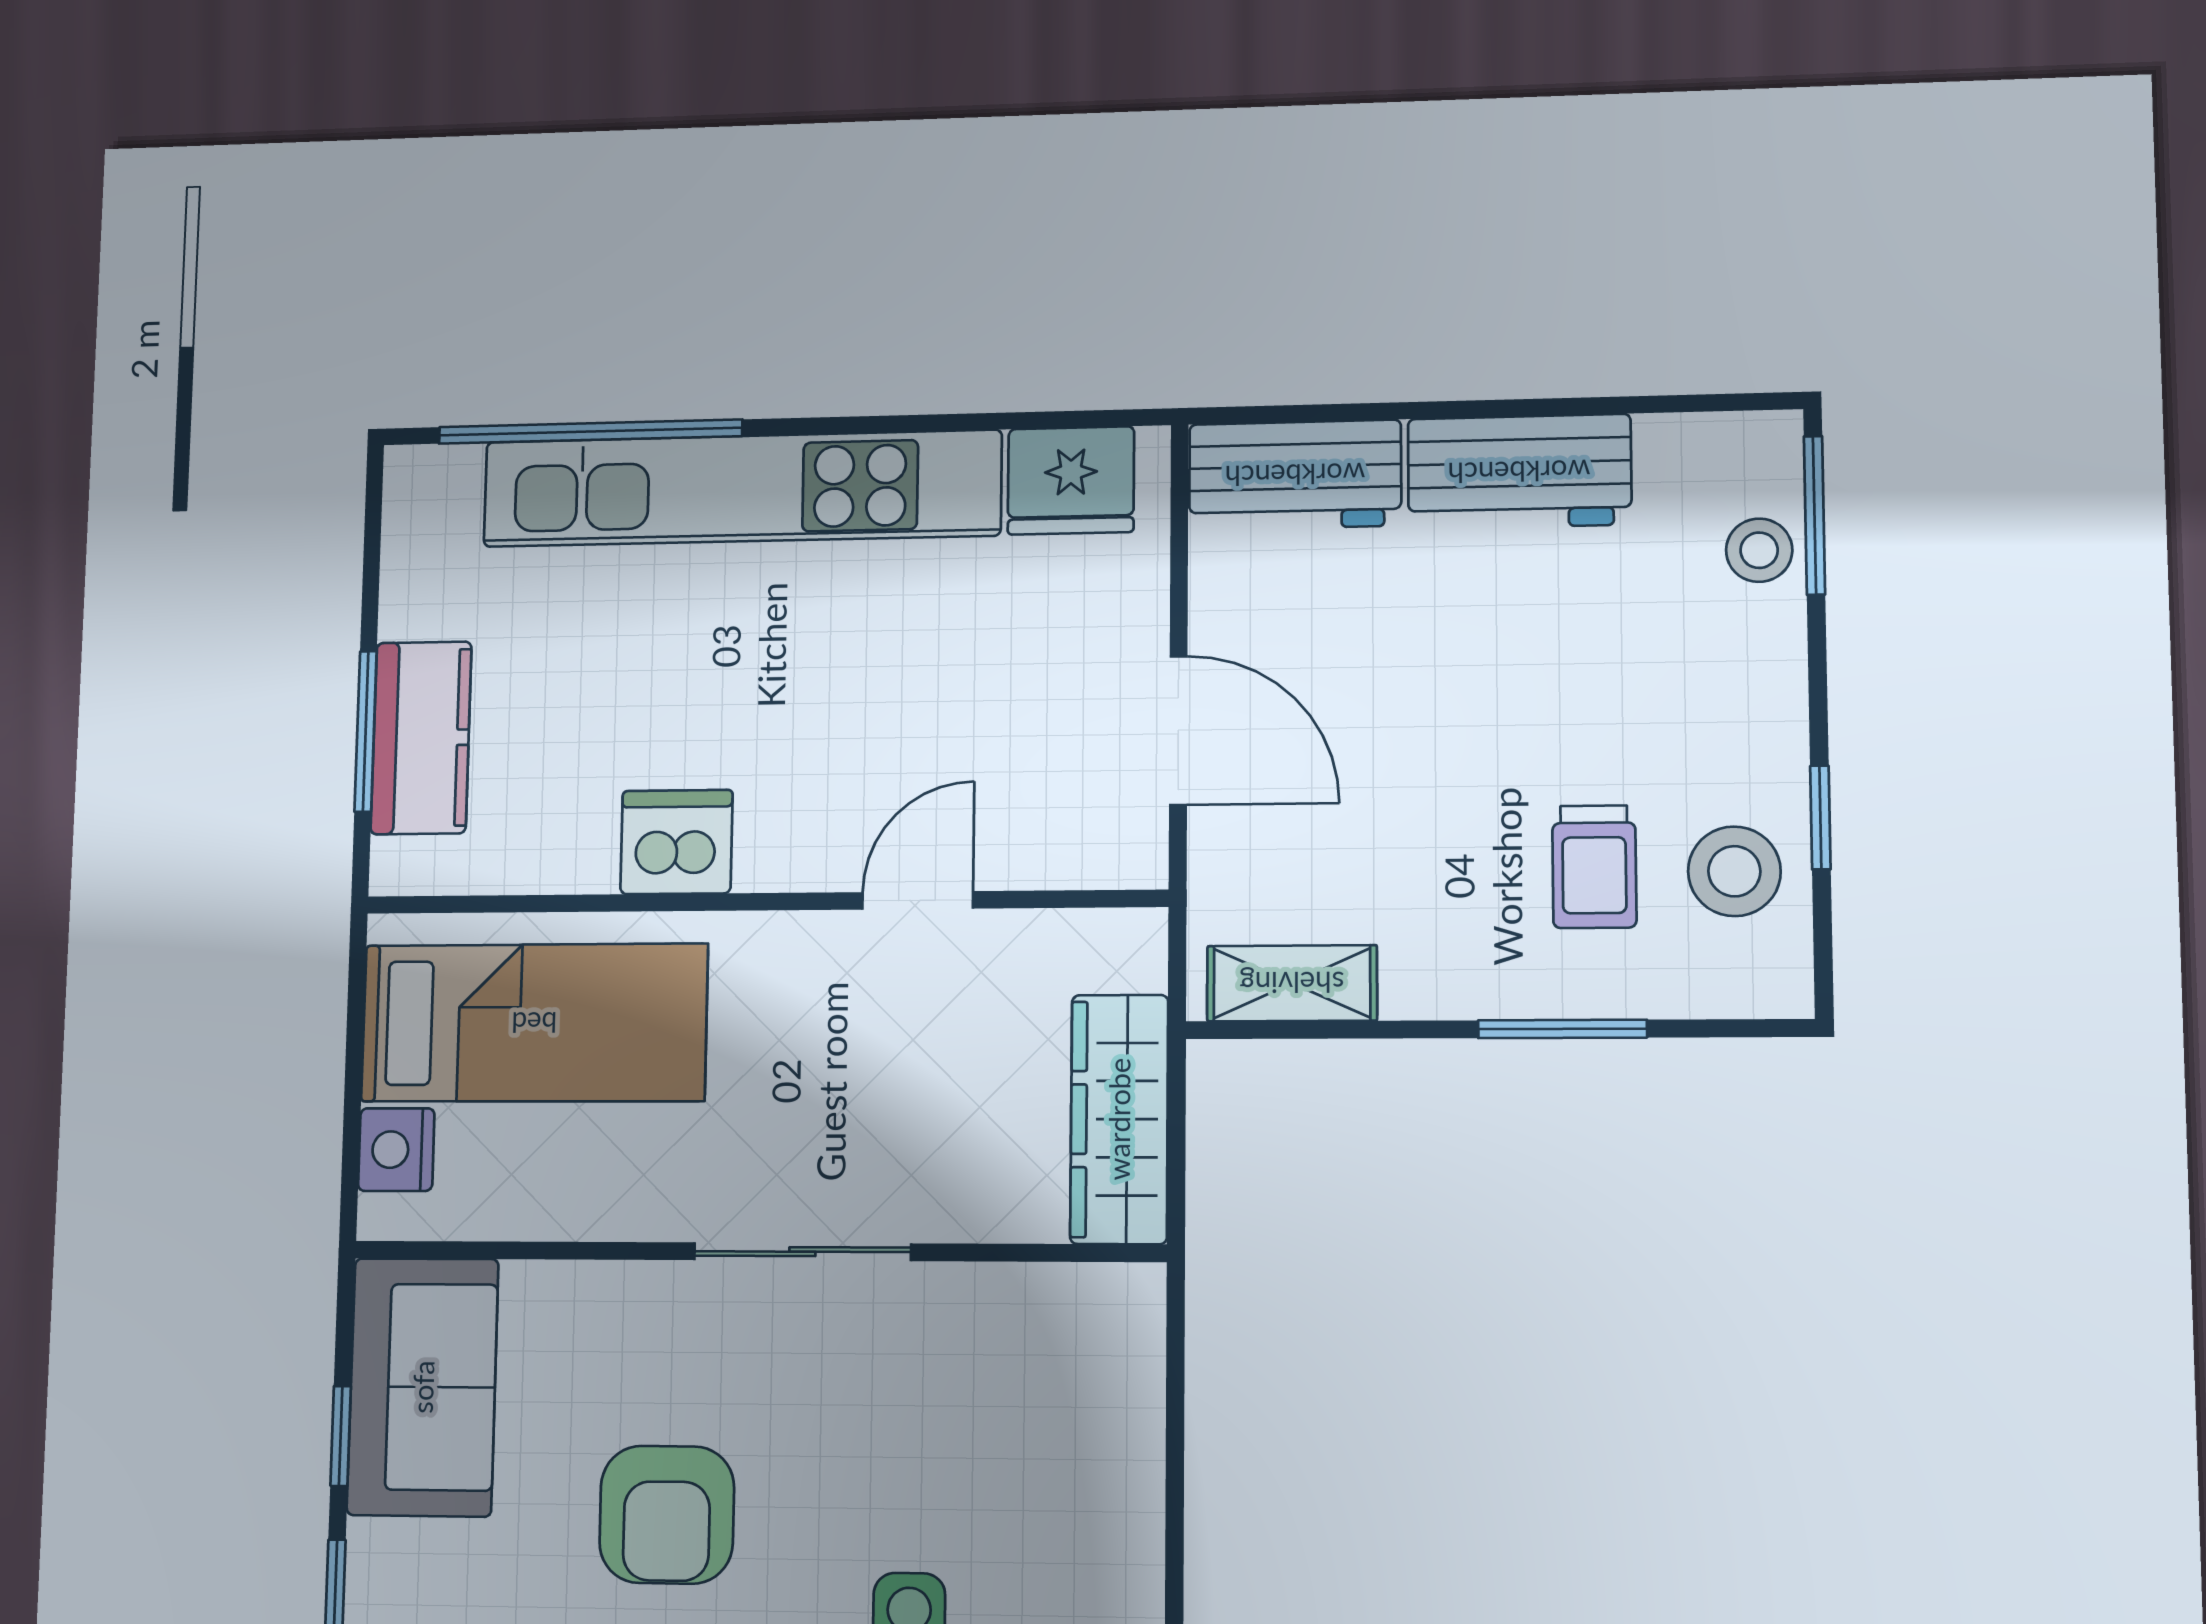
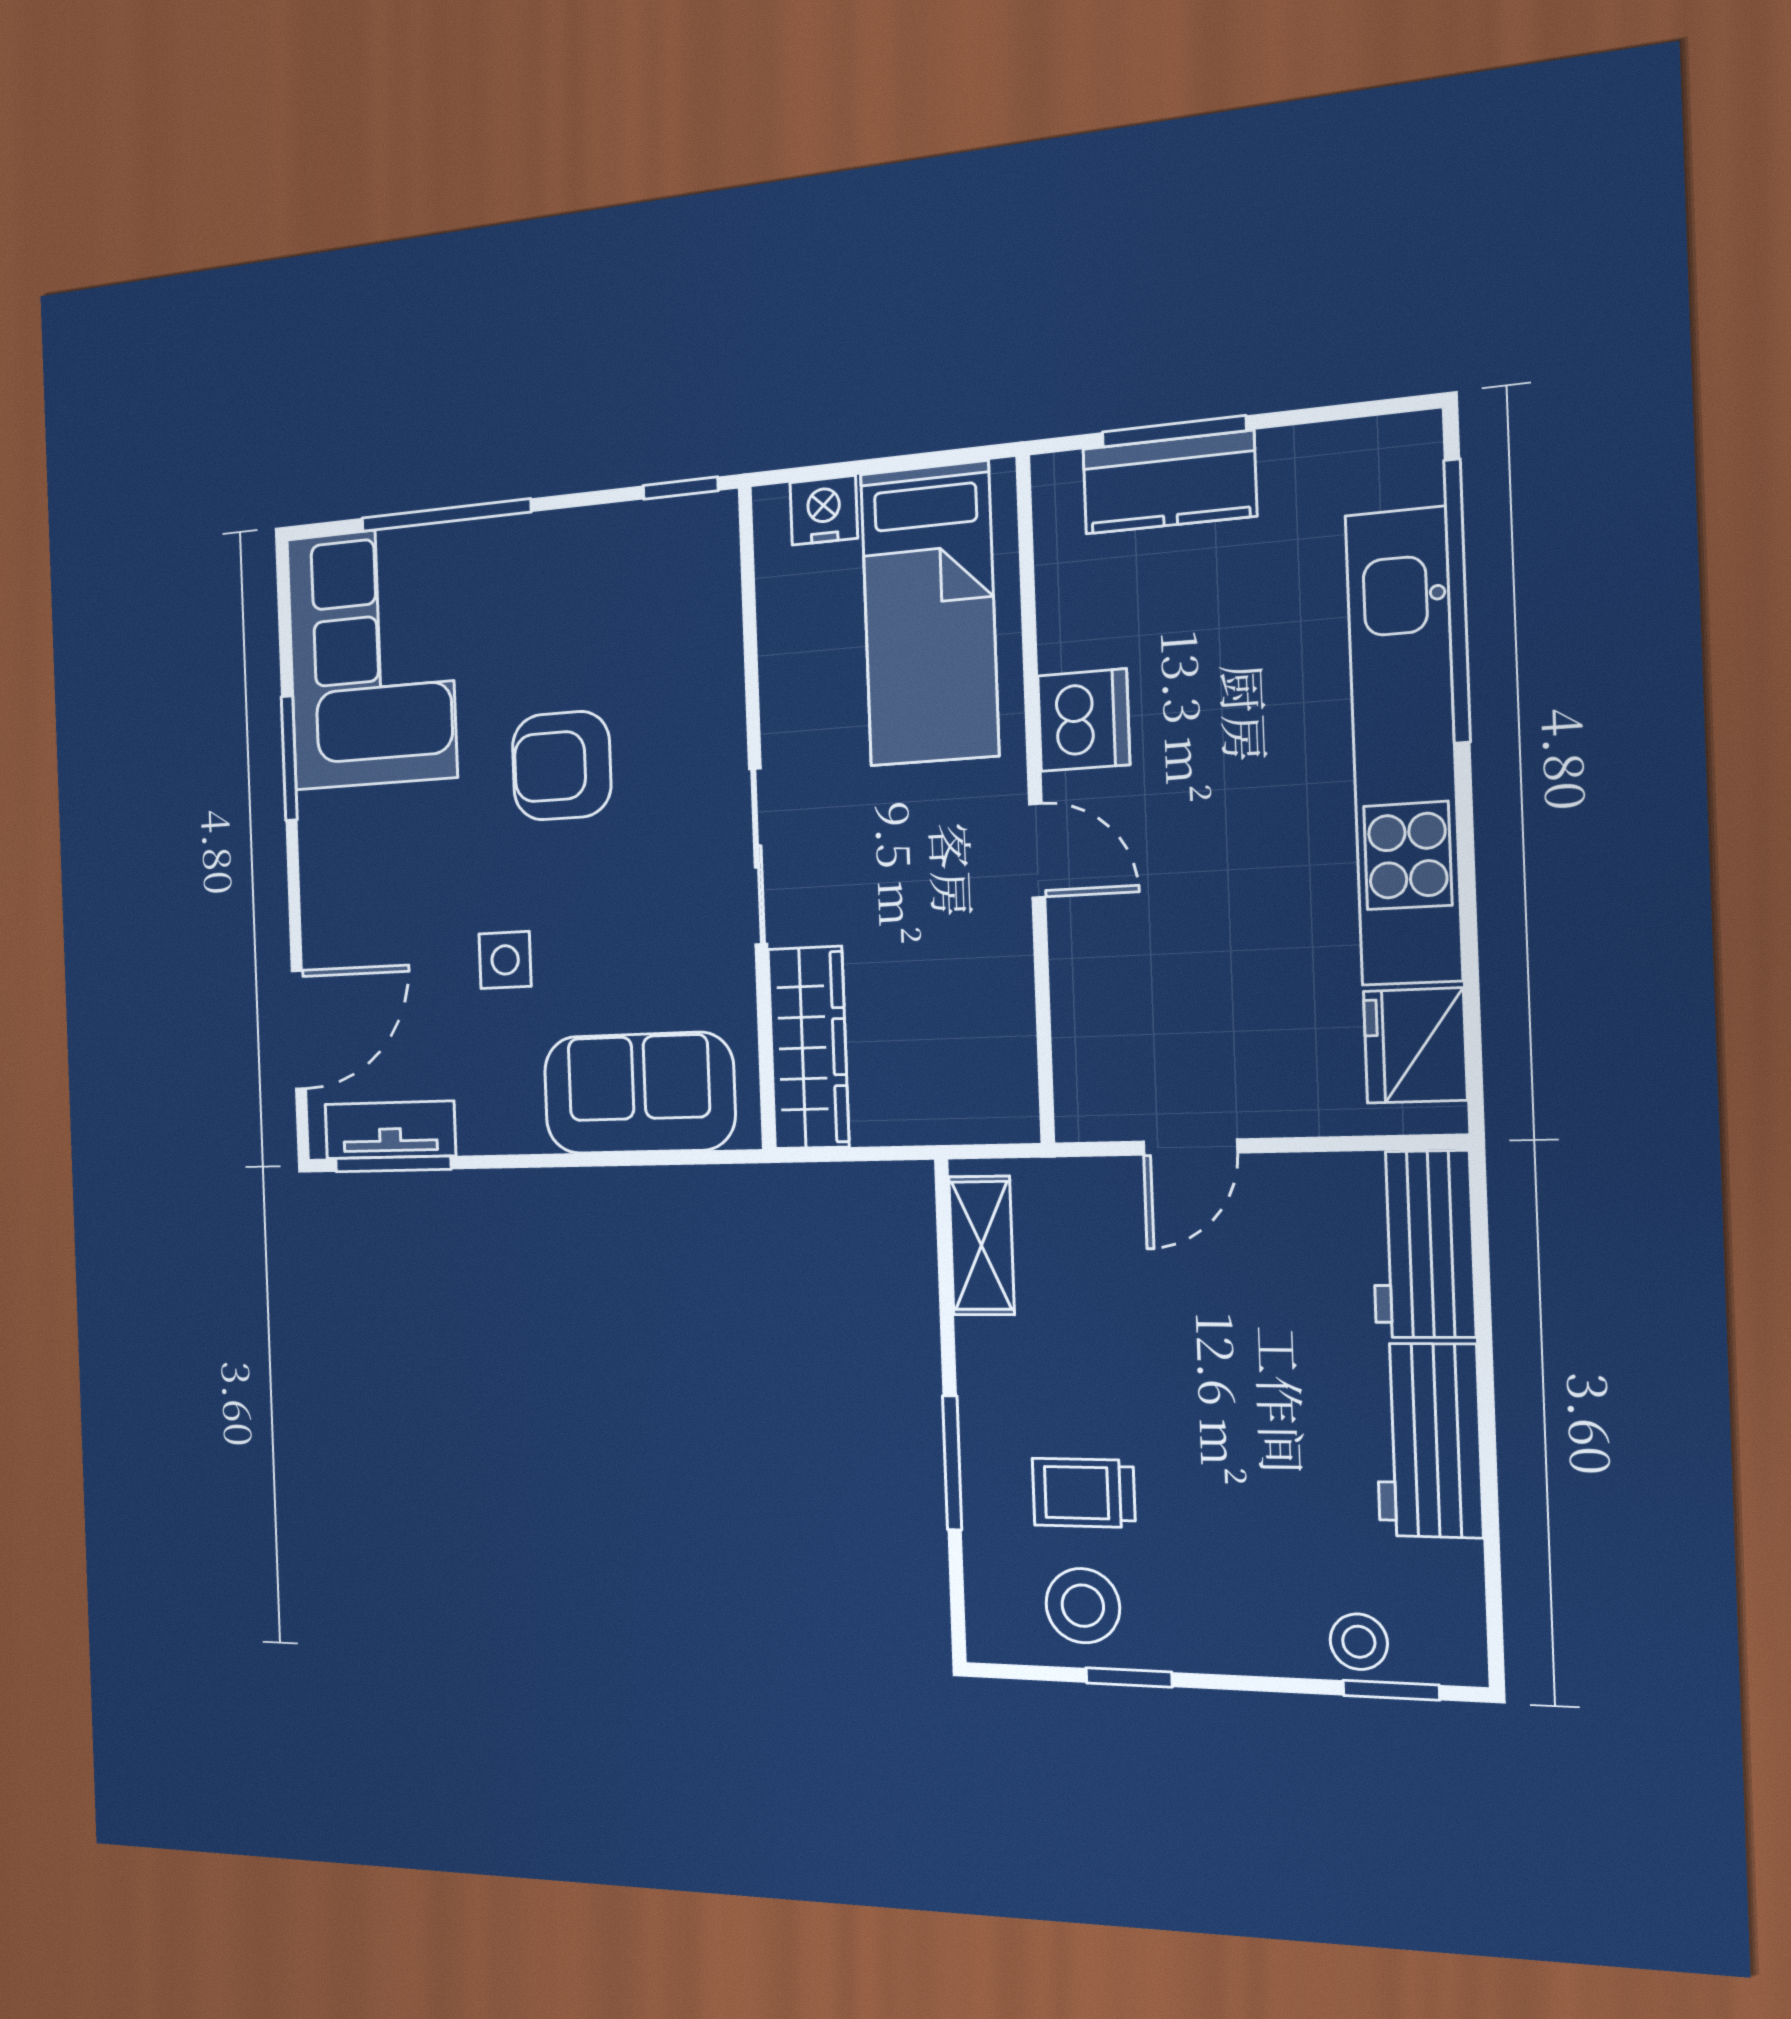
window: (1814, 515) -> (1391, 1690), width x0.67
door: (1178, 731) -> (1190, 1147), width x0.73
door: (918, 900) -> (1037, 851), moved
wardrobe: (1119, 1119) -> (808, 1048), moved, turned 90
sofa: (423, 1387) -> (639, 1093), moved, turned 180
window: (341, 1436) -> (681, 488), moved

